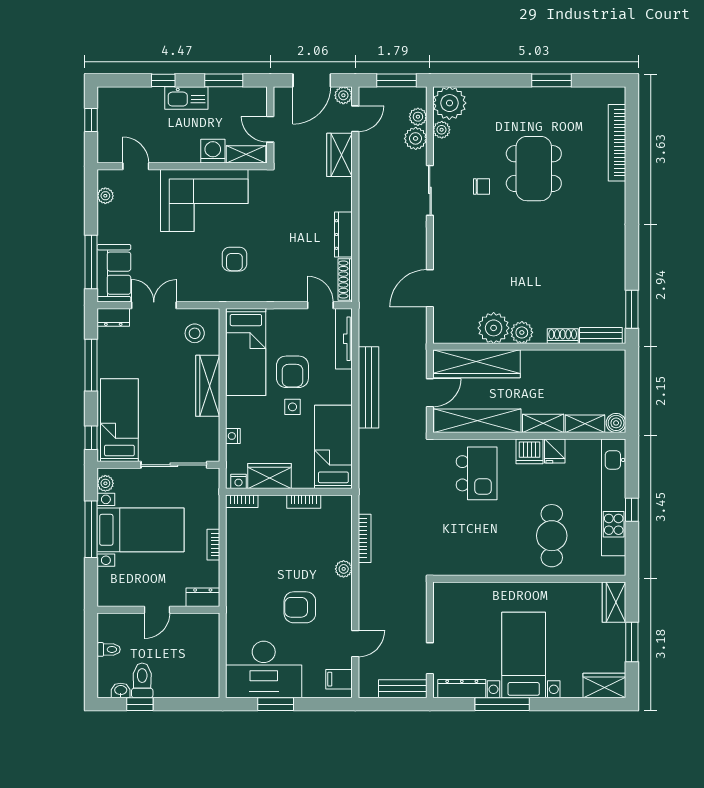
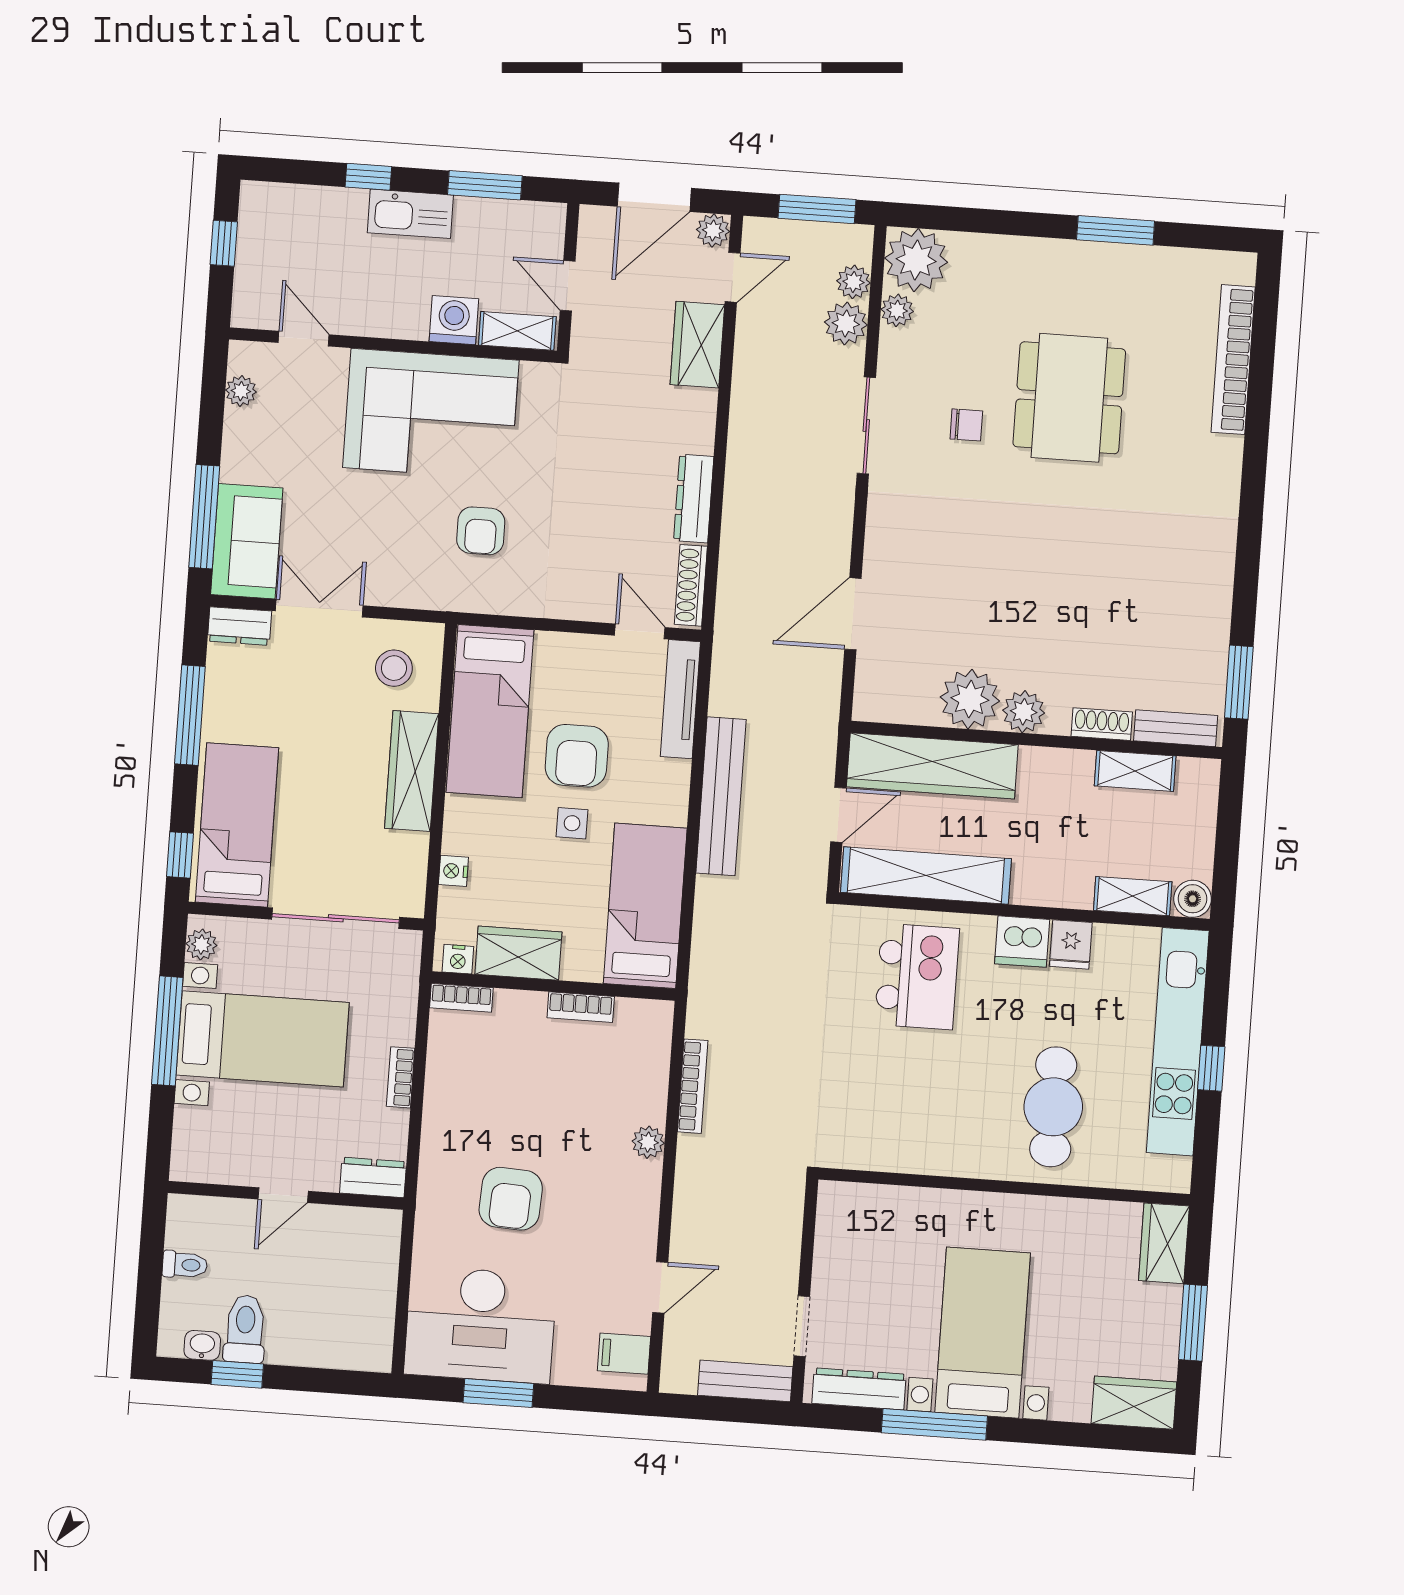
shelving: (543, 423) -> (1135, 771), moved
armchair: (300, 607) -> (511, 1199), moved, turned -87

